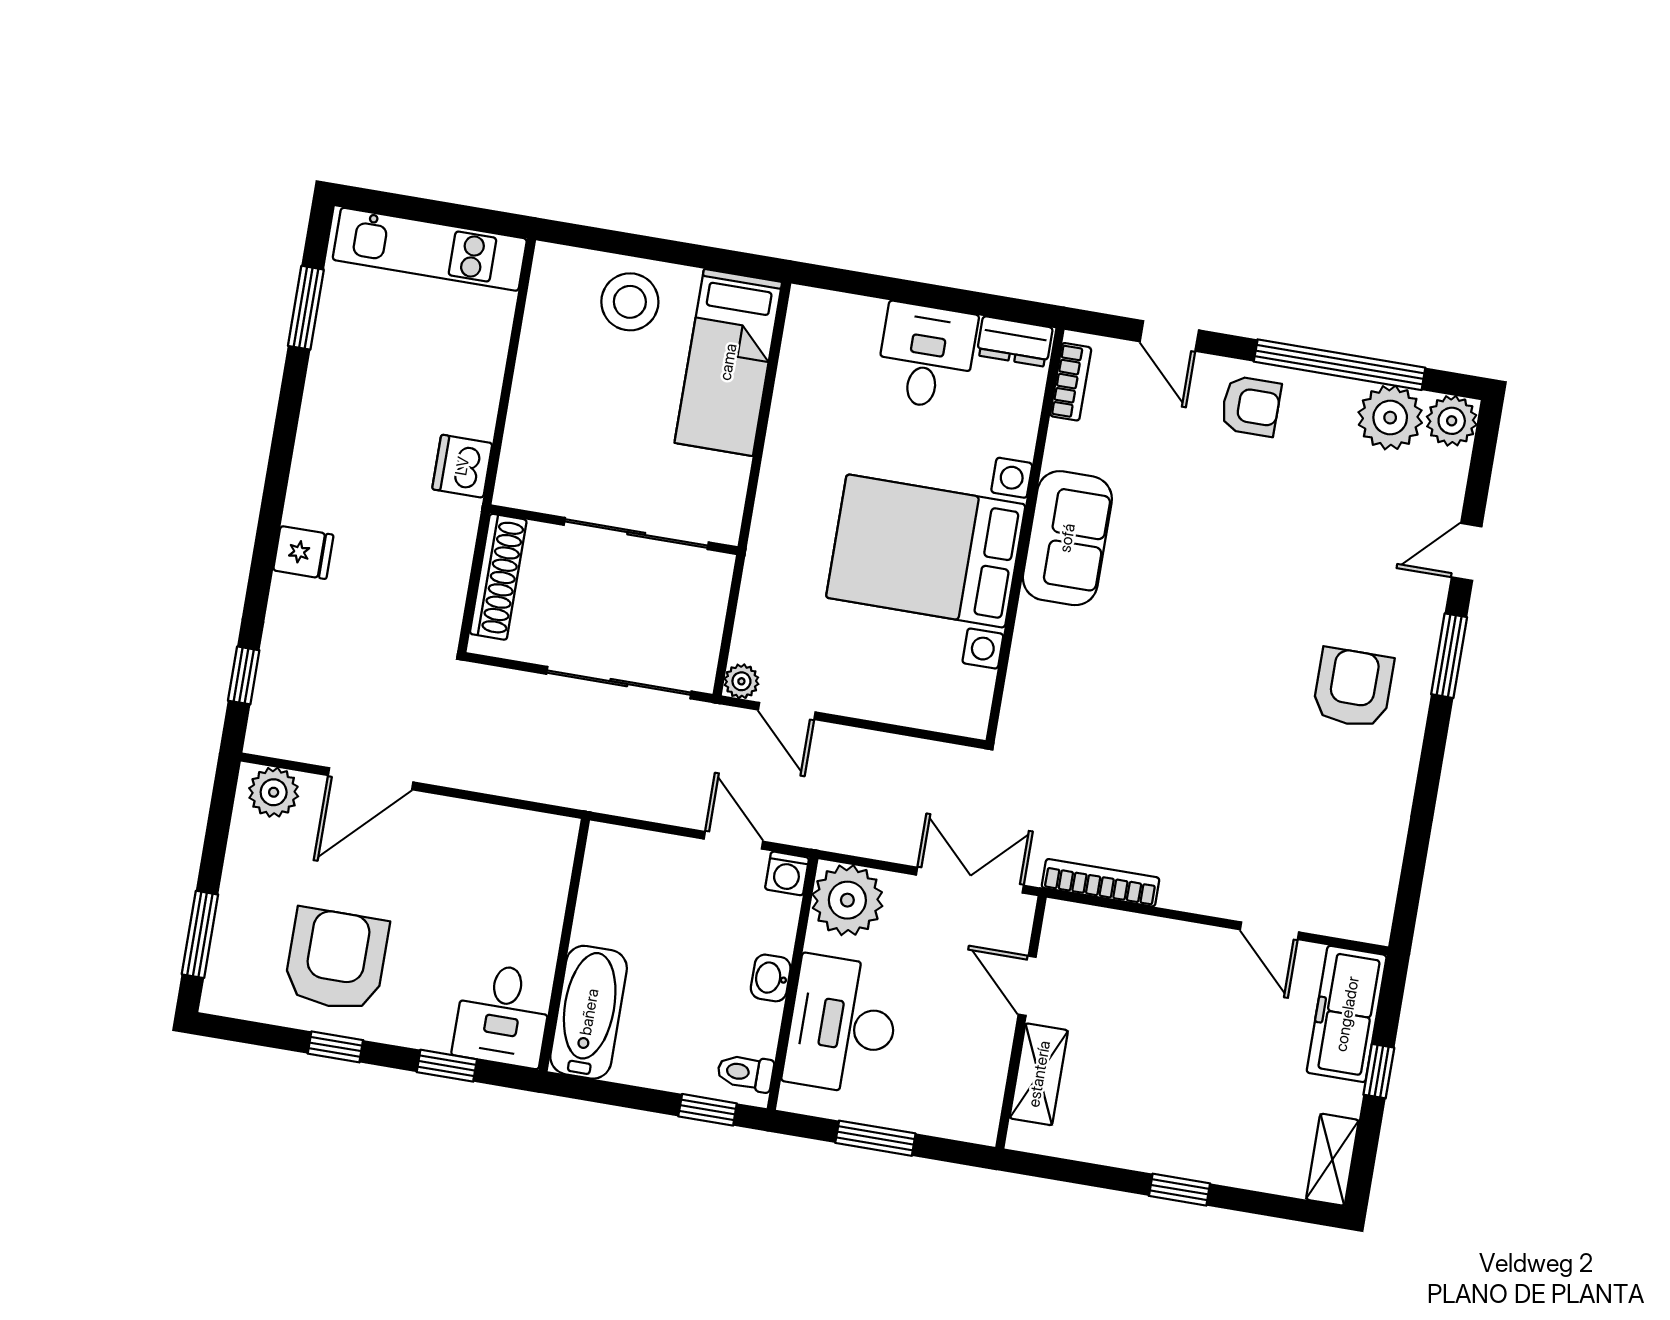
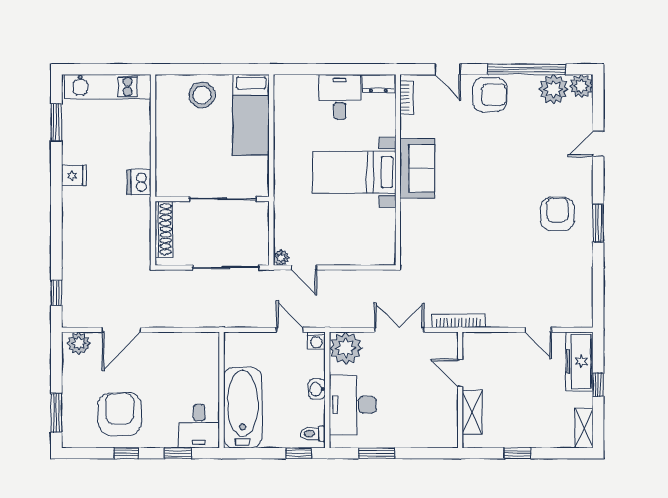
armchair: (1251, 406) -> (490, 95), width x1.38, depth x1.38
bed with nightstands: (926, 551) -> (354, 172), width x0.73
fridge: (303, 553) -> (74, 175), moved
window: (1449, 656) -> (598, 223), moved
door: (1027, 986) -> (460, 373), moved
bathtub: (589, 1012) -> (243, 408), width x1.36, depth x1.36
wall: (1021, 1022) -> (460, 390), moved
shelving: (1039, 1074) -> (472, 412), moved

